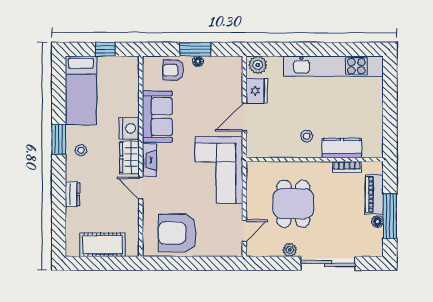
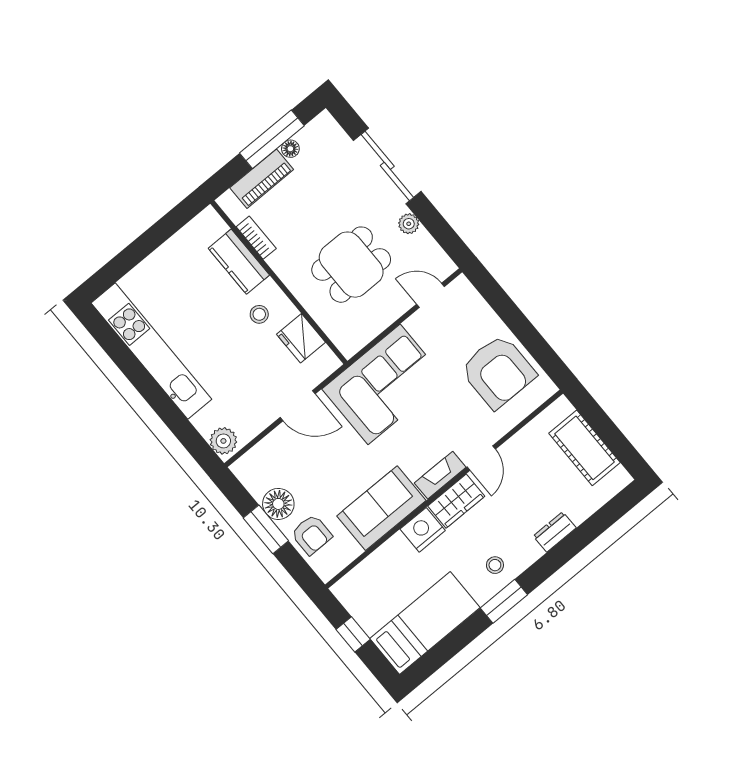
floor lamp: (198, 61) -> (278, 504), width x1.89, depth x1.89
fridge: (257, 91) -> (301, 338), moved, turned -90

